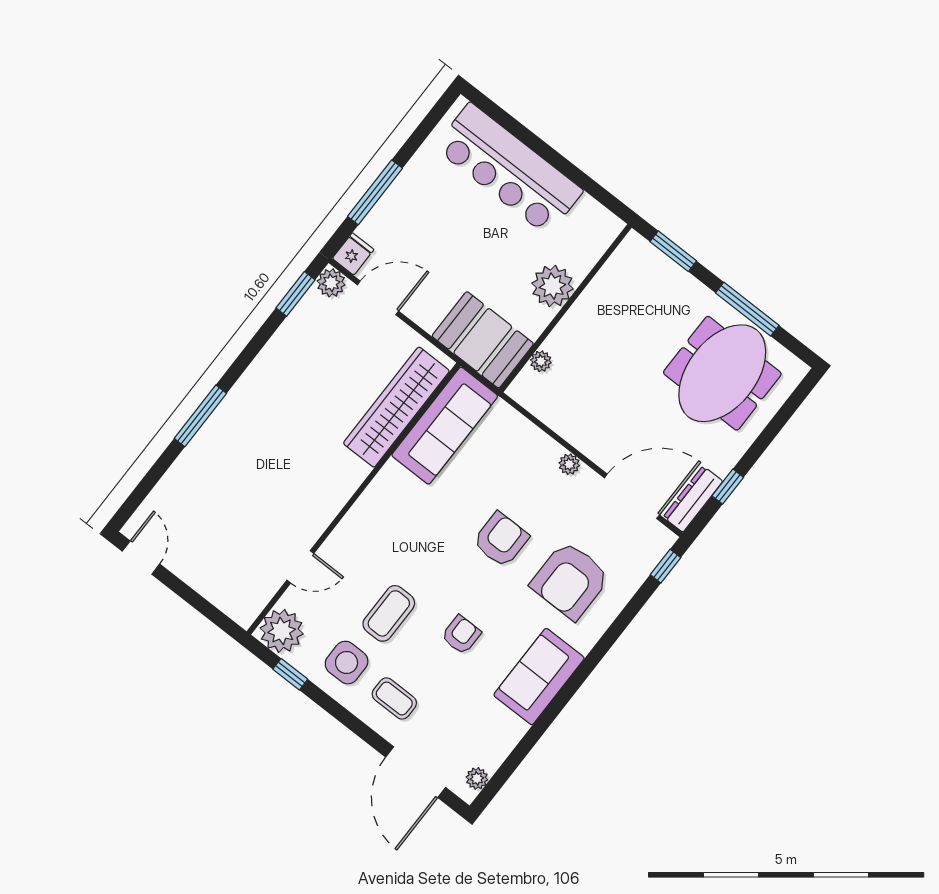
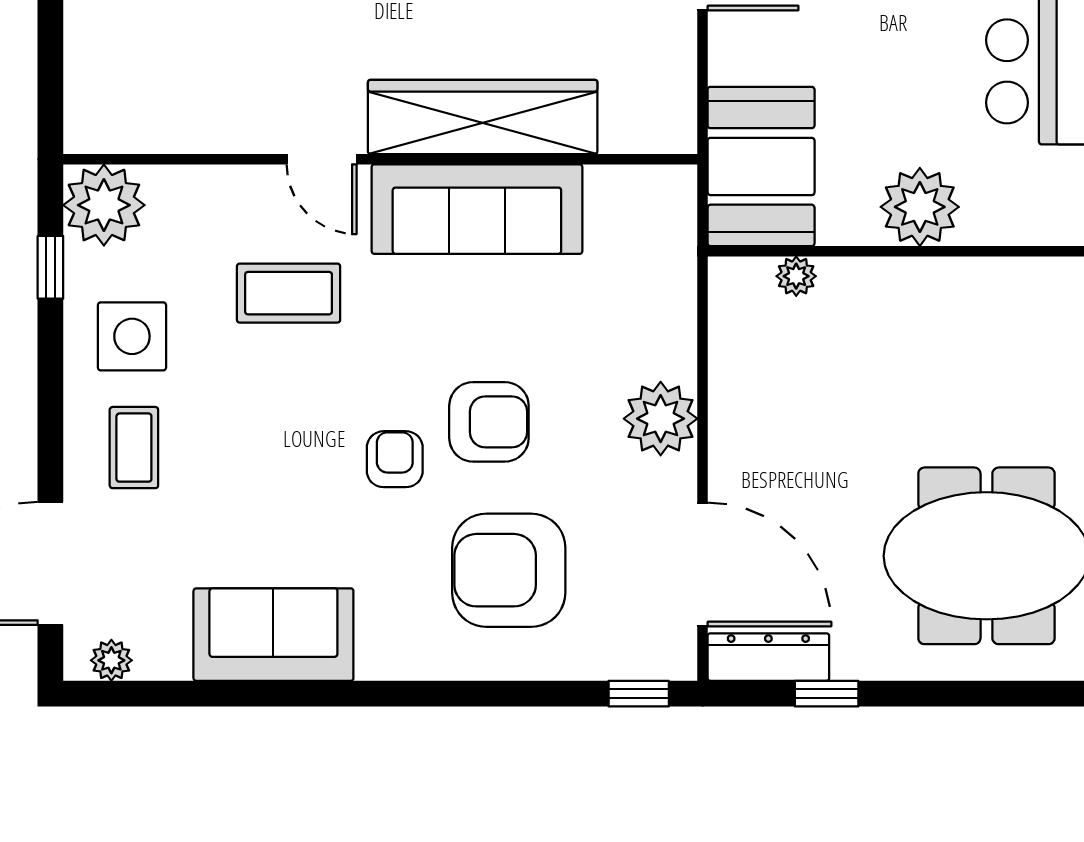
wardrobe: (396, 407) -> (483, 117), moved
sofa: (445, 426) -> (477, 209), moved
plant: (569, 464) -> (661, 419), width x1.87, depth x1.87
door: (300, 567) -> (322, 159), moved
coffee table: (389, 613) -> (289, 293), moved
armchair: (461, 635) -> (395, 459), moved, turned -90
sofa: (539, 677) -> (273, 635), moved

